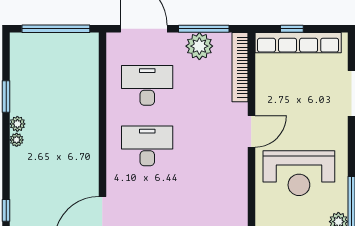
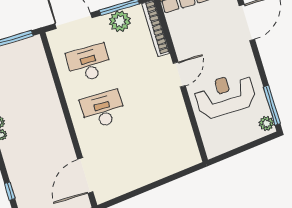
reception desk: (299, 173) -> (225, 96), turned 180

